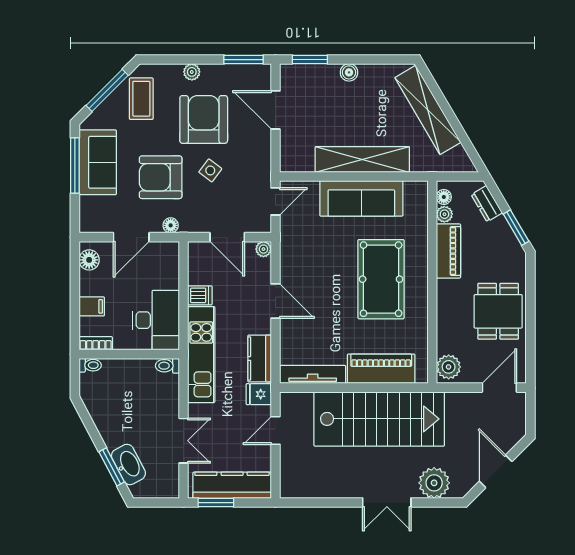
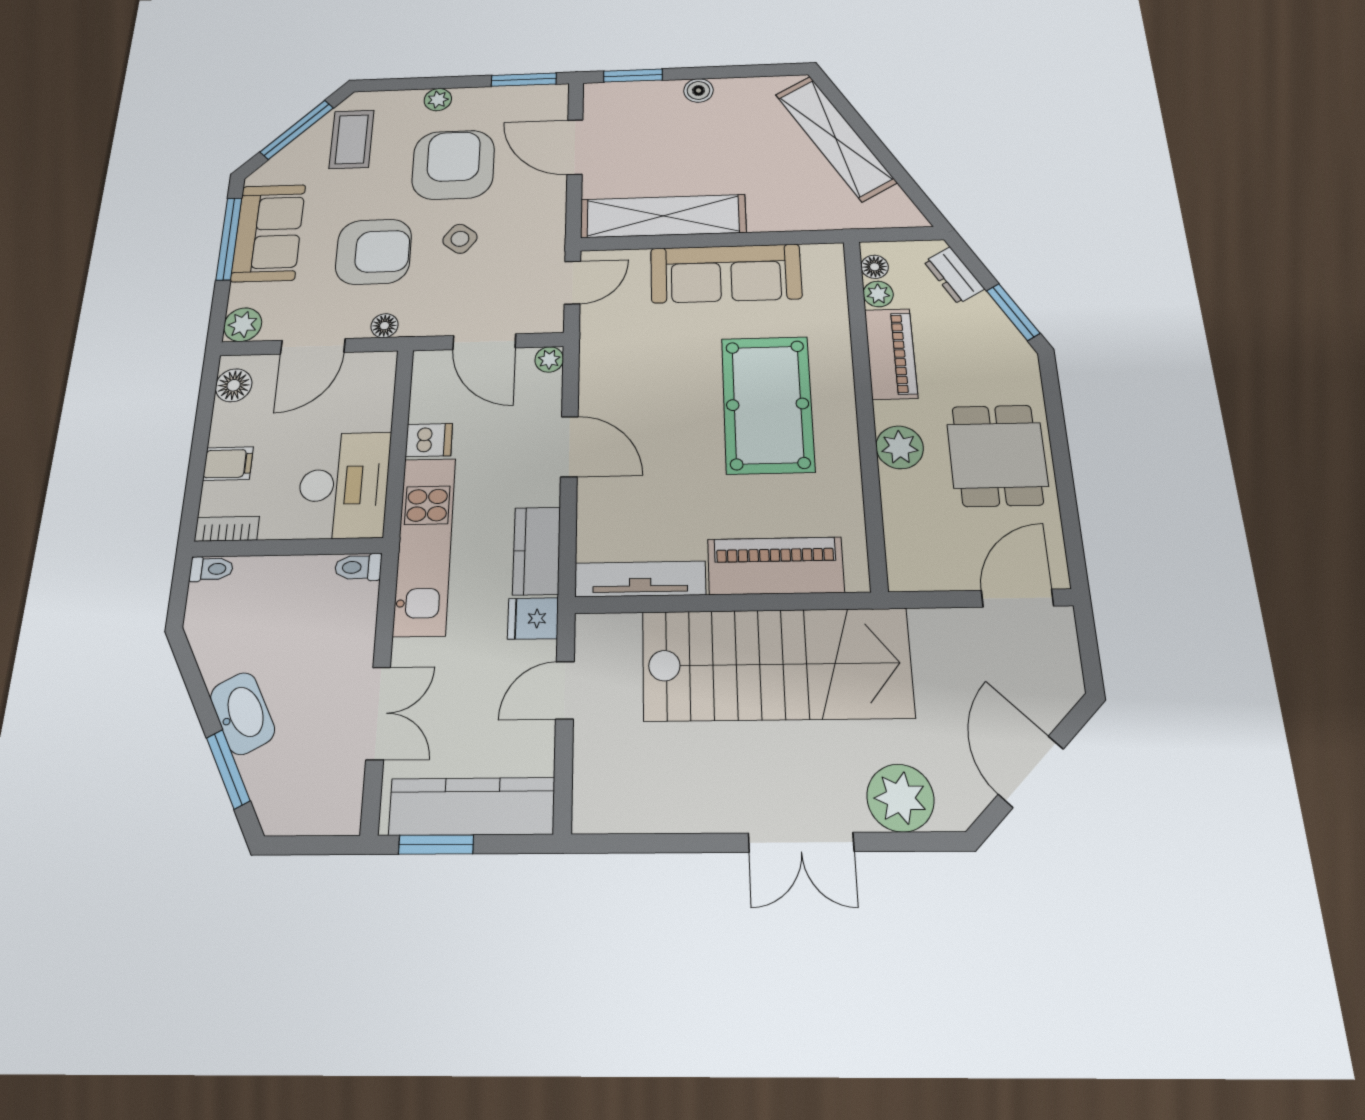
shelving: (362, 160) -> (663, 216), moved
armchair: (161, 177) -> (374, 252), turned 180
plant: (90, 222) -> (243, 325), added
plant: (449, 367) -> (900, 447), moved
washbasin: (128, 464) -> (242, 713), moved

